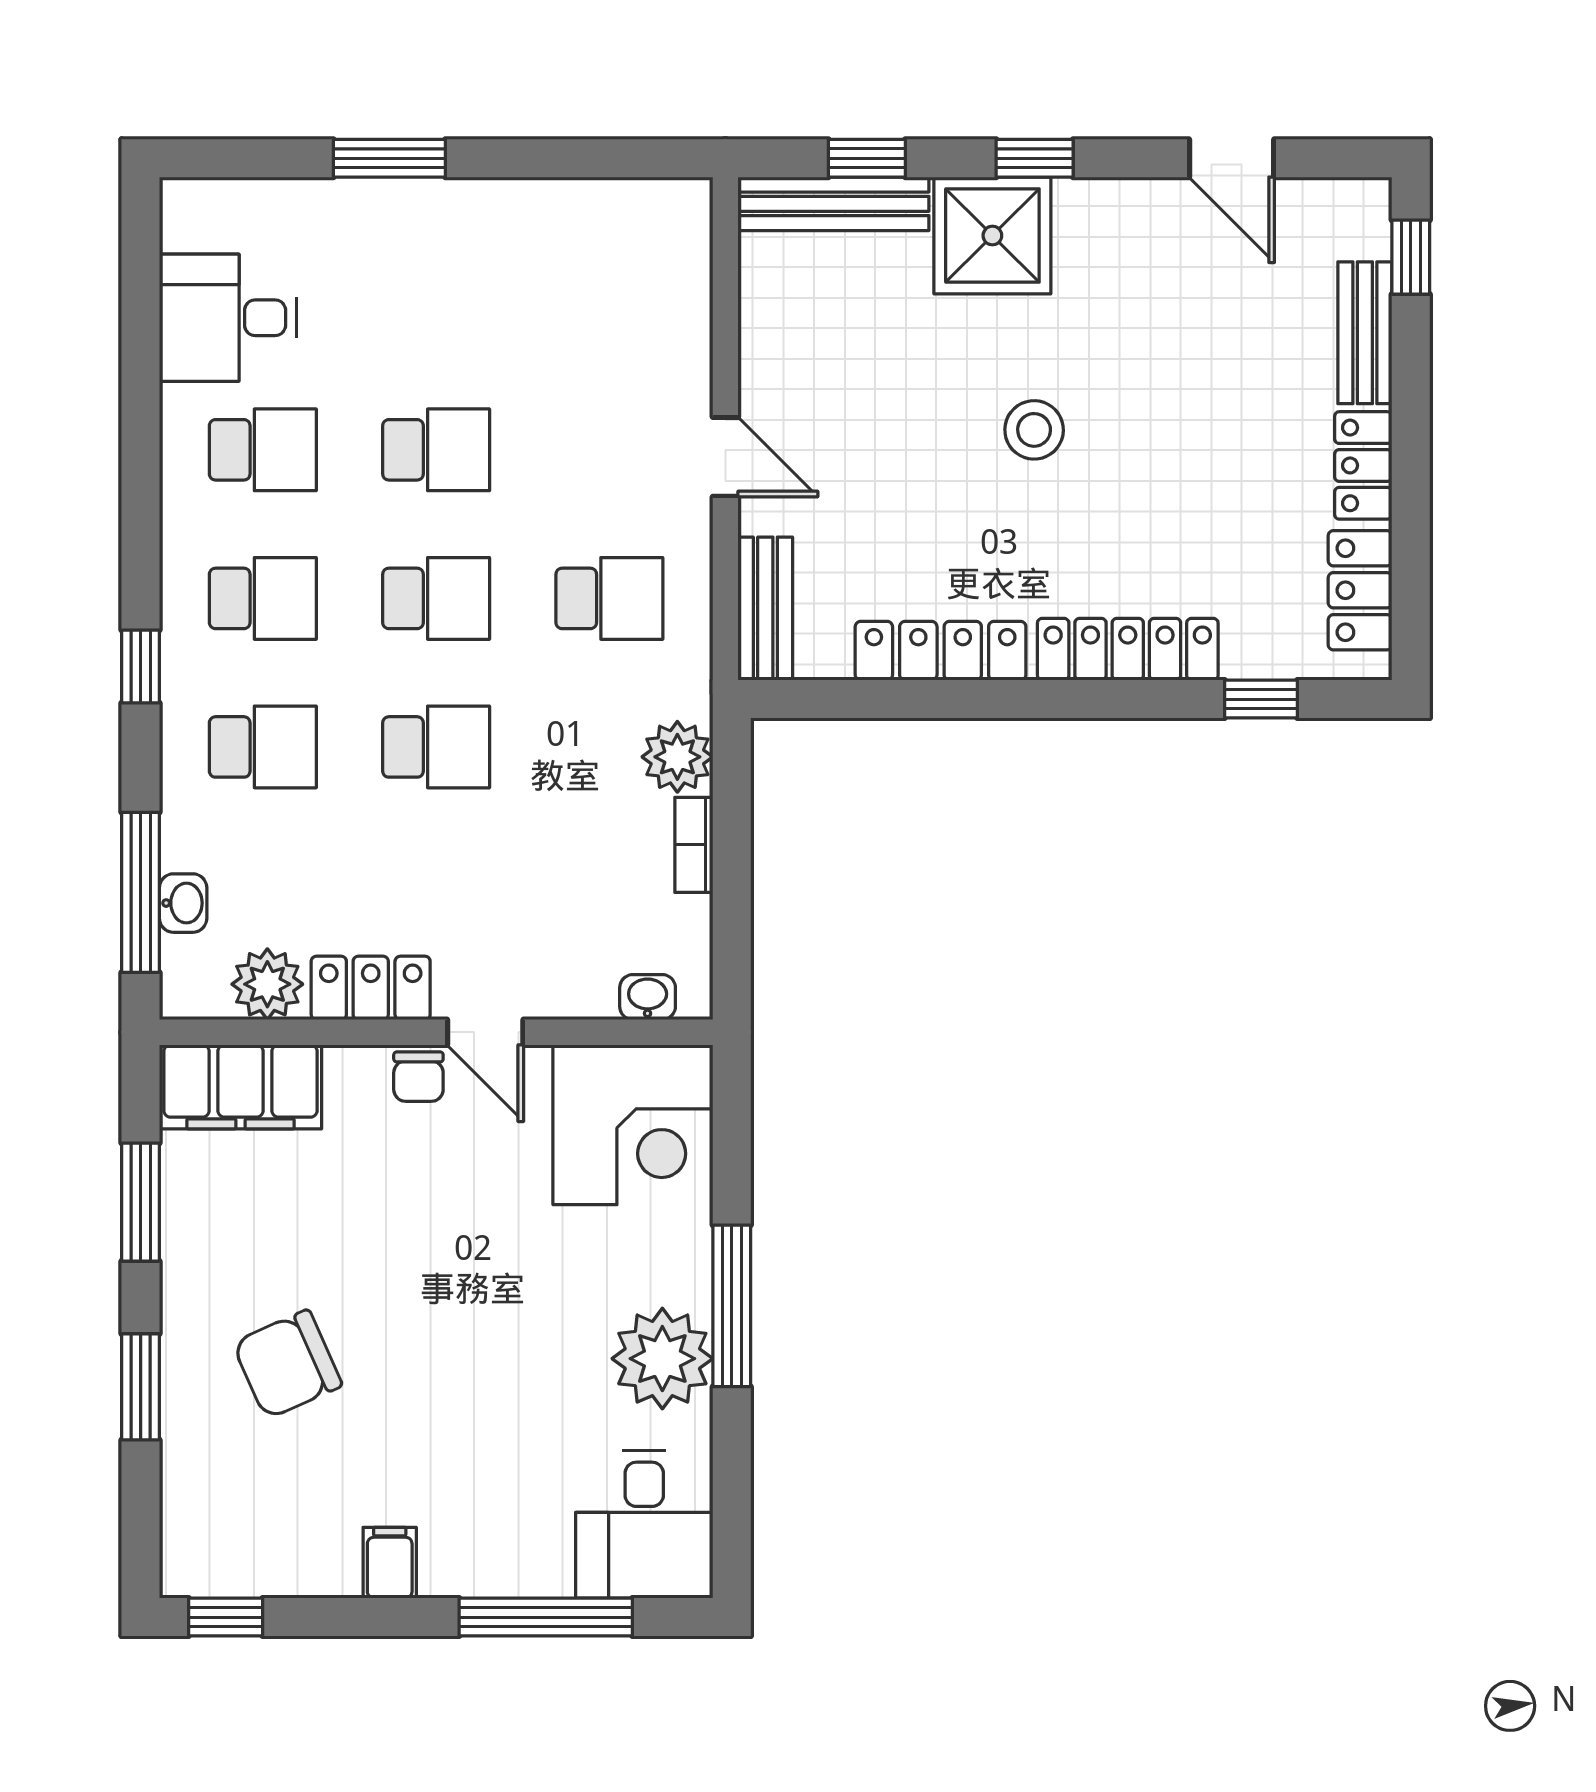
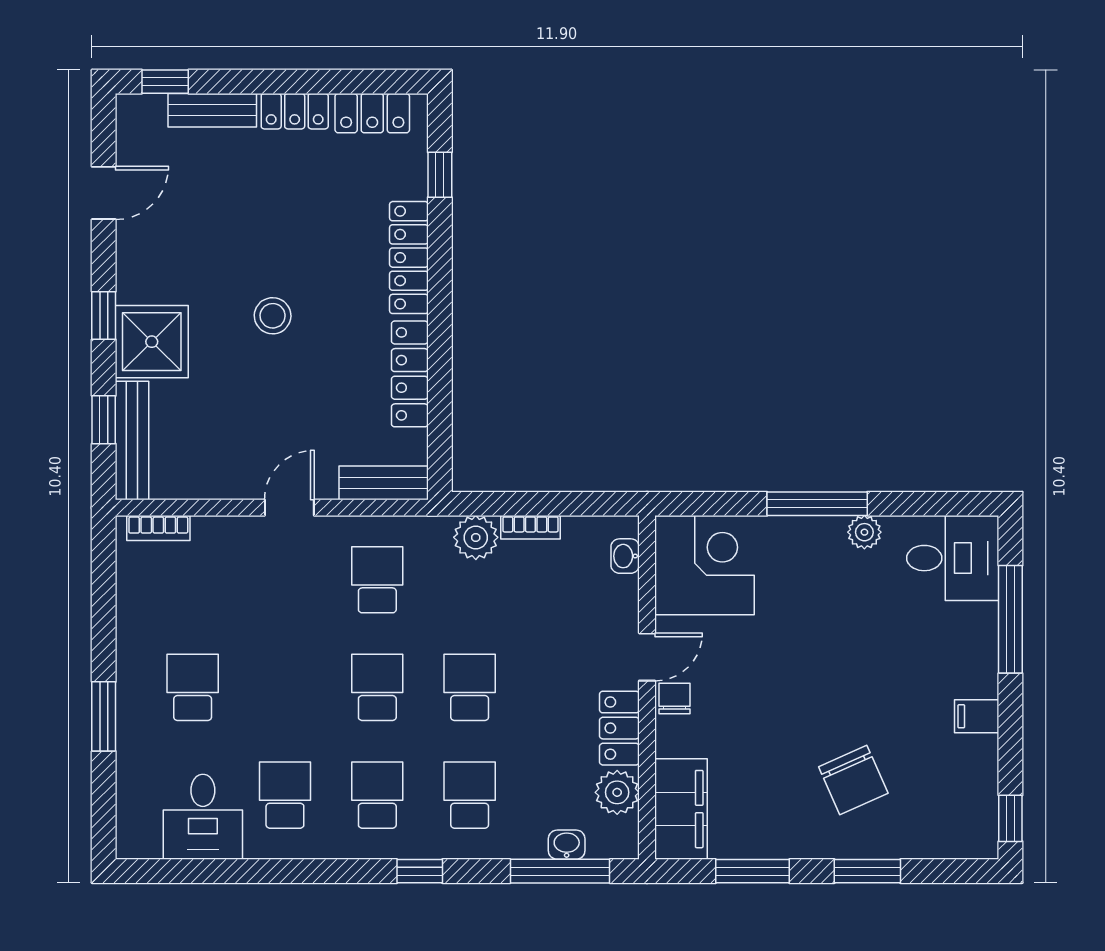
bookcase: (693, 246) -> (158, 528), added
school desk: (436, 450) -> (193, 687), moved
chair: (418, 1077) -> (675, 698), turned -90
plant: (662, 1359) -> (864, 532), width x0.53, depth x0.53

